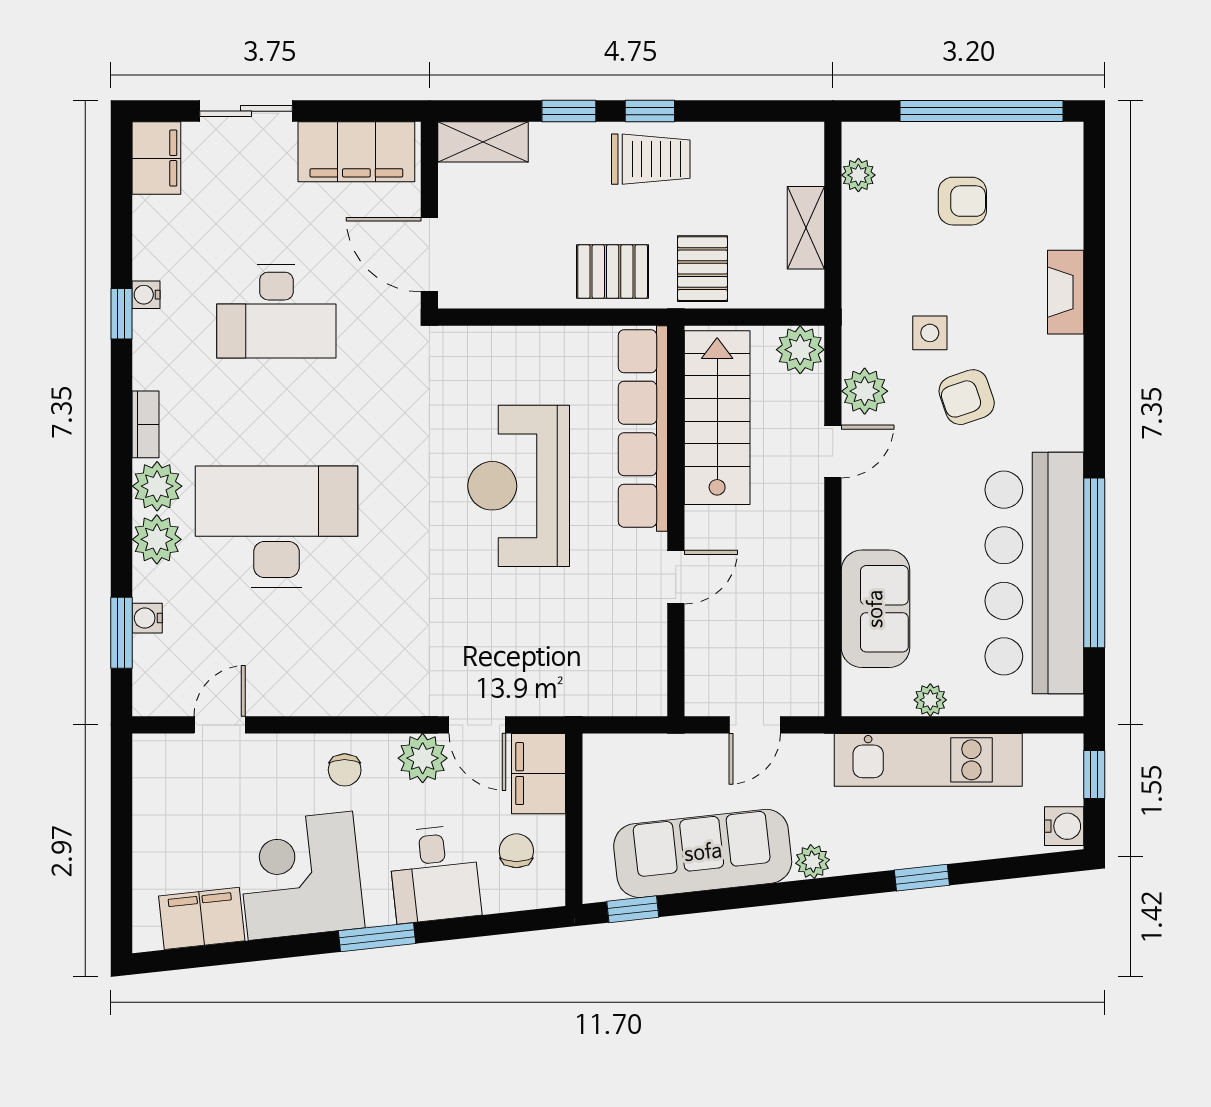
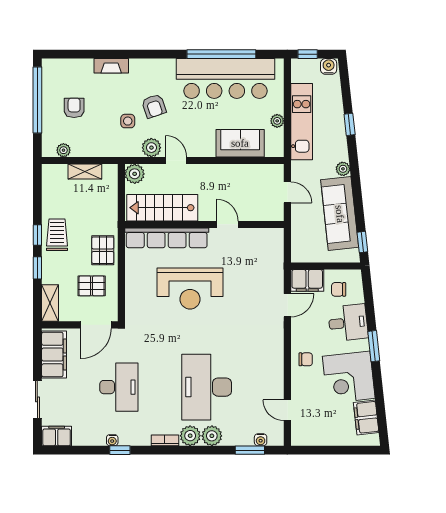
pallet: (703, 269) -> (92, 286), moved
water cooler: (147, 618) -> (261, 440), moved
plant: (423, 758) -> (301, 328), removed

